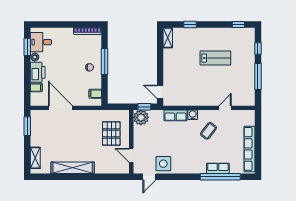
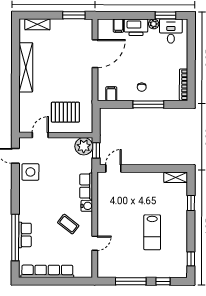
door: (225, 108) -> (95, 243), hinge flipped

